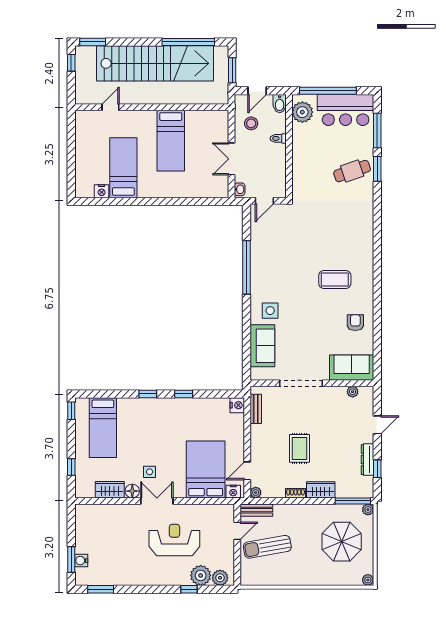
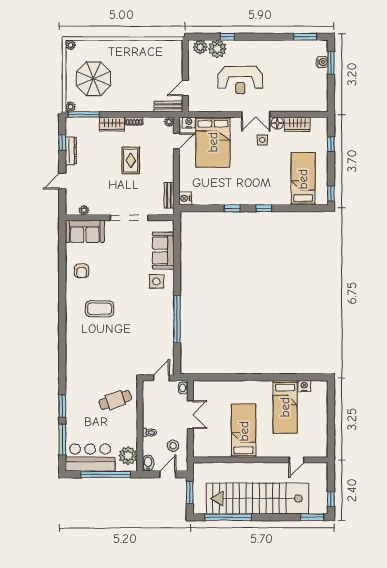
cafe table: (352, 171) -> (115, 400), moved
sun lounger: (267, 547) -> (159, 74), removed

